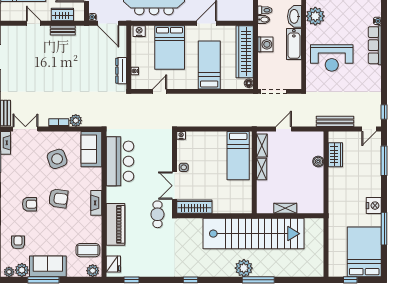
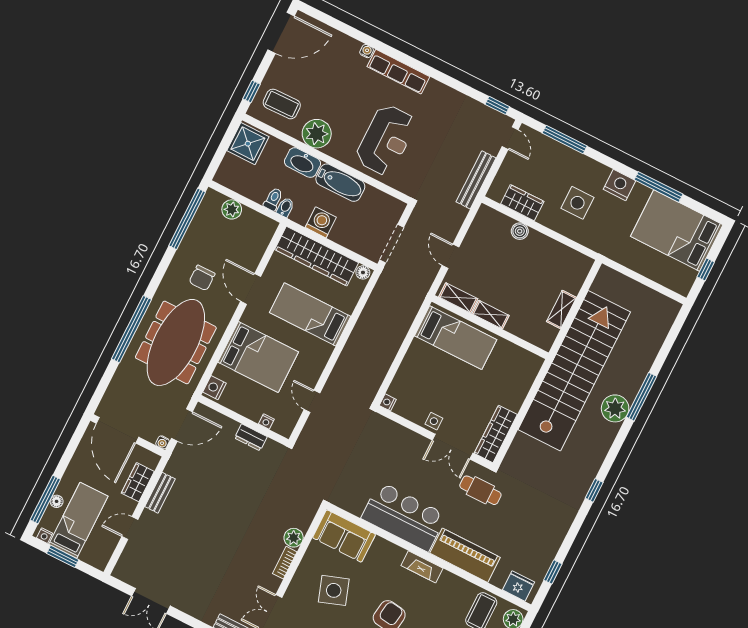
dresser: (121, 71) -> (251, 437), width x0.70
bar counter: (120, 161) -> (404, 517), moved
side table: (351, 187) -> (577, 203), added

